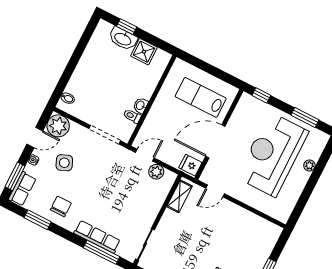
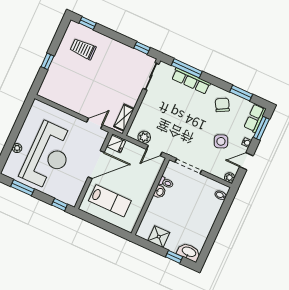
washbasin: (123, 39) -> (189, 252), moved
plant: (58, 126) -> (230, 178), width x0.53, depth x0.53
chair: (61, 206) -> (222, 105), turned 151

